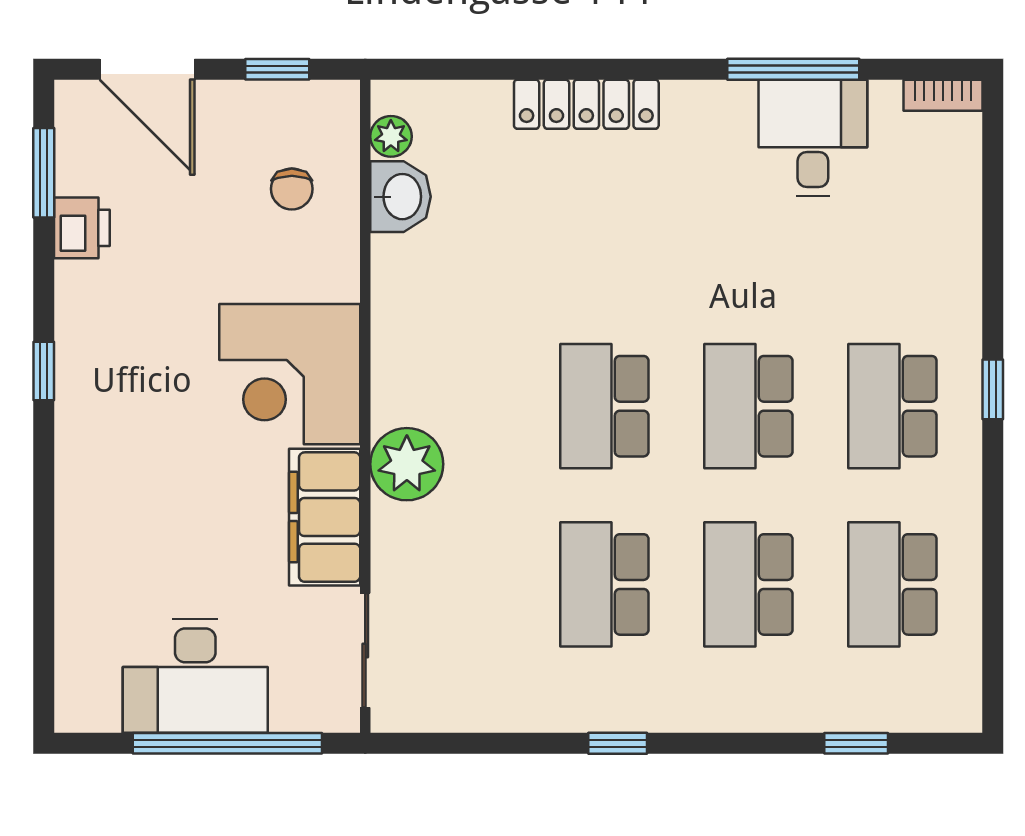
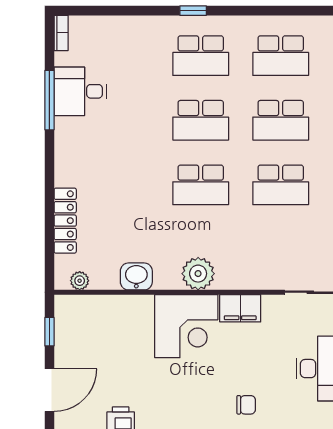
locker: (586, 104) -> (65, 221), moved
chair: (292, 189) -> (246, 405), moved
washbasin: (401, 197) -> (136, 276), moved
plant: (407, 464) -> (198, 274), moved
filing cabinet: (325, 517) -> (240, 308), width x0.67, depth x0.86

